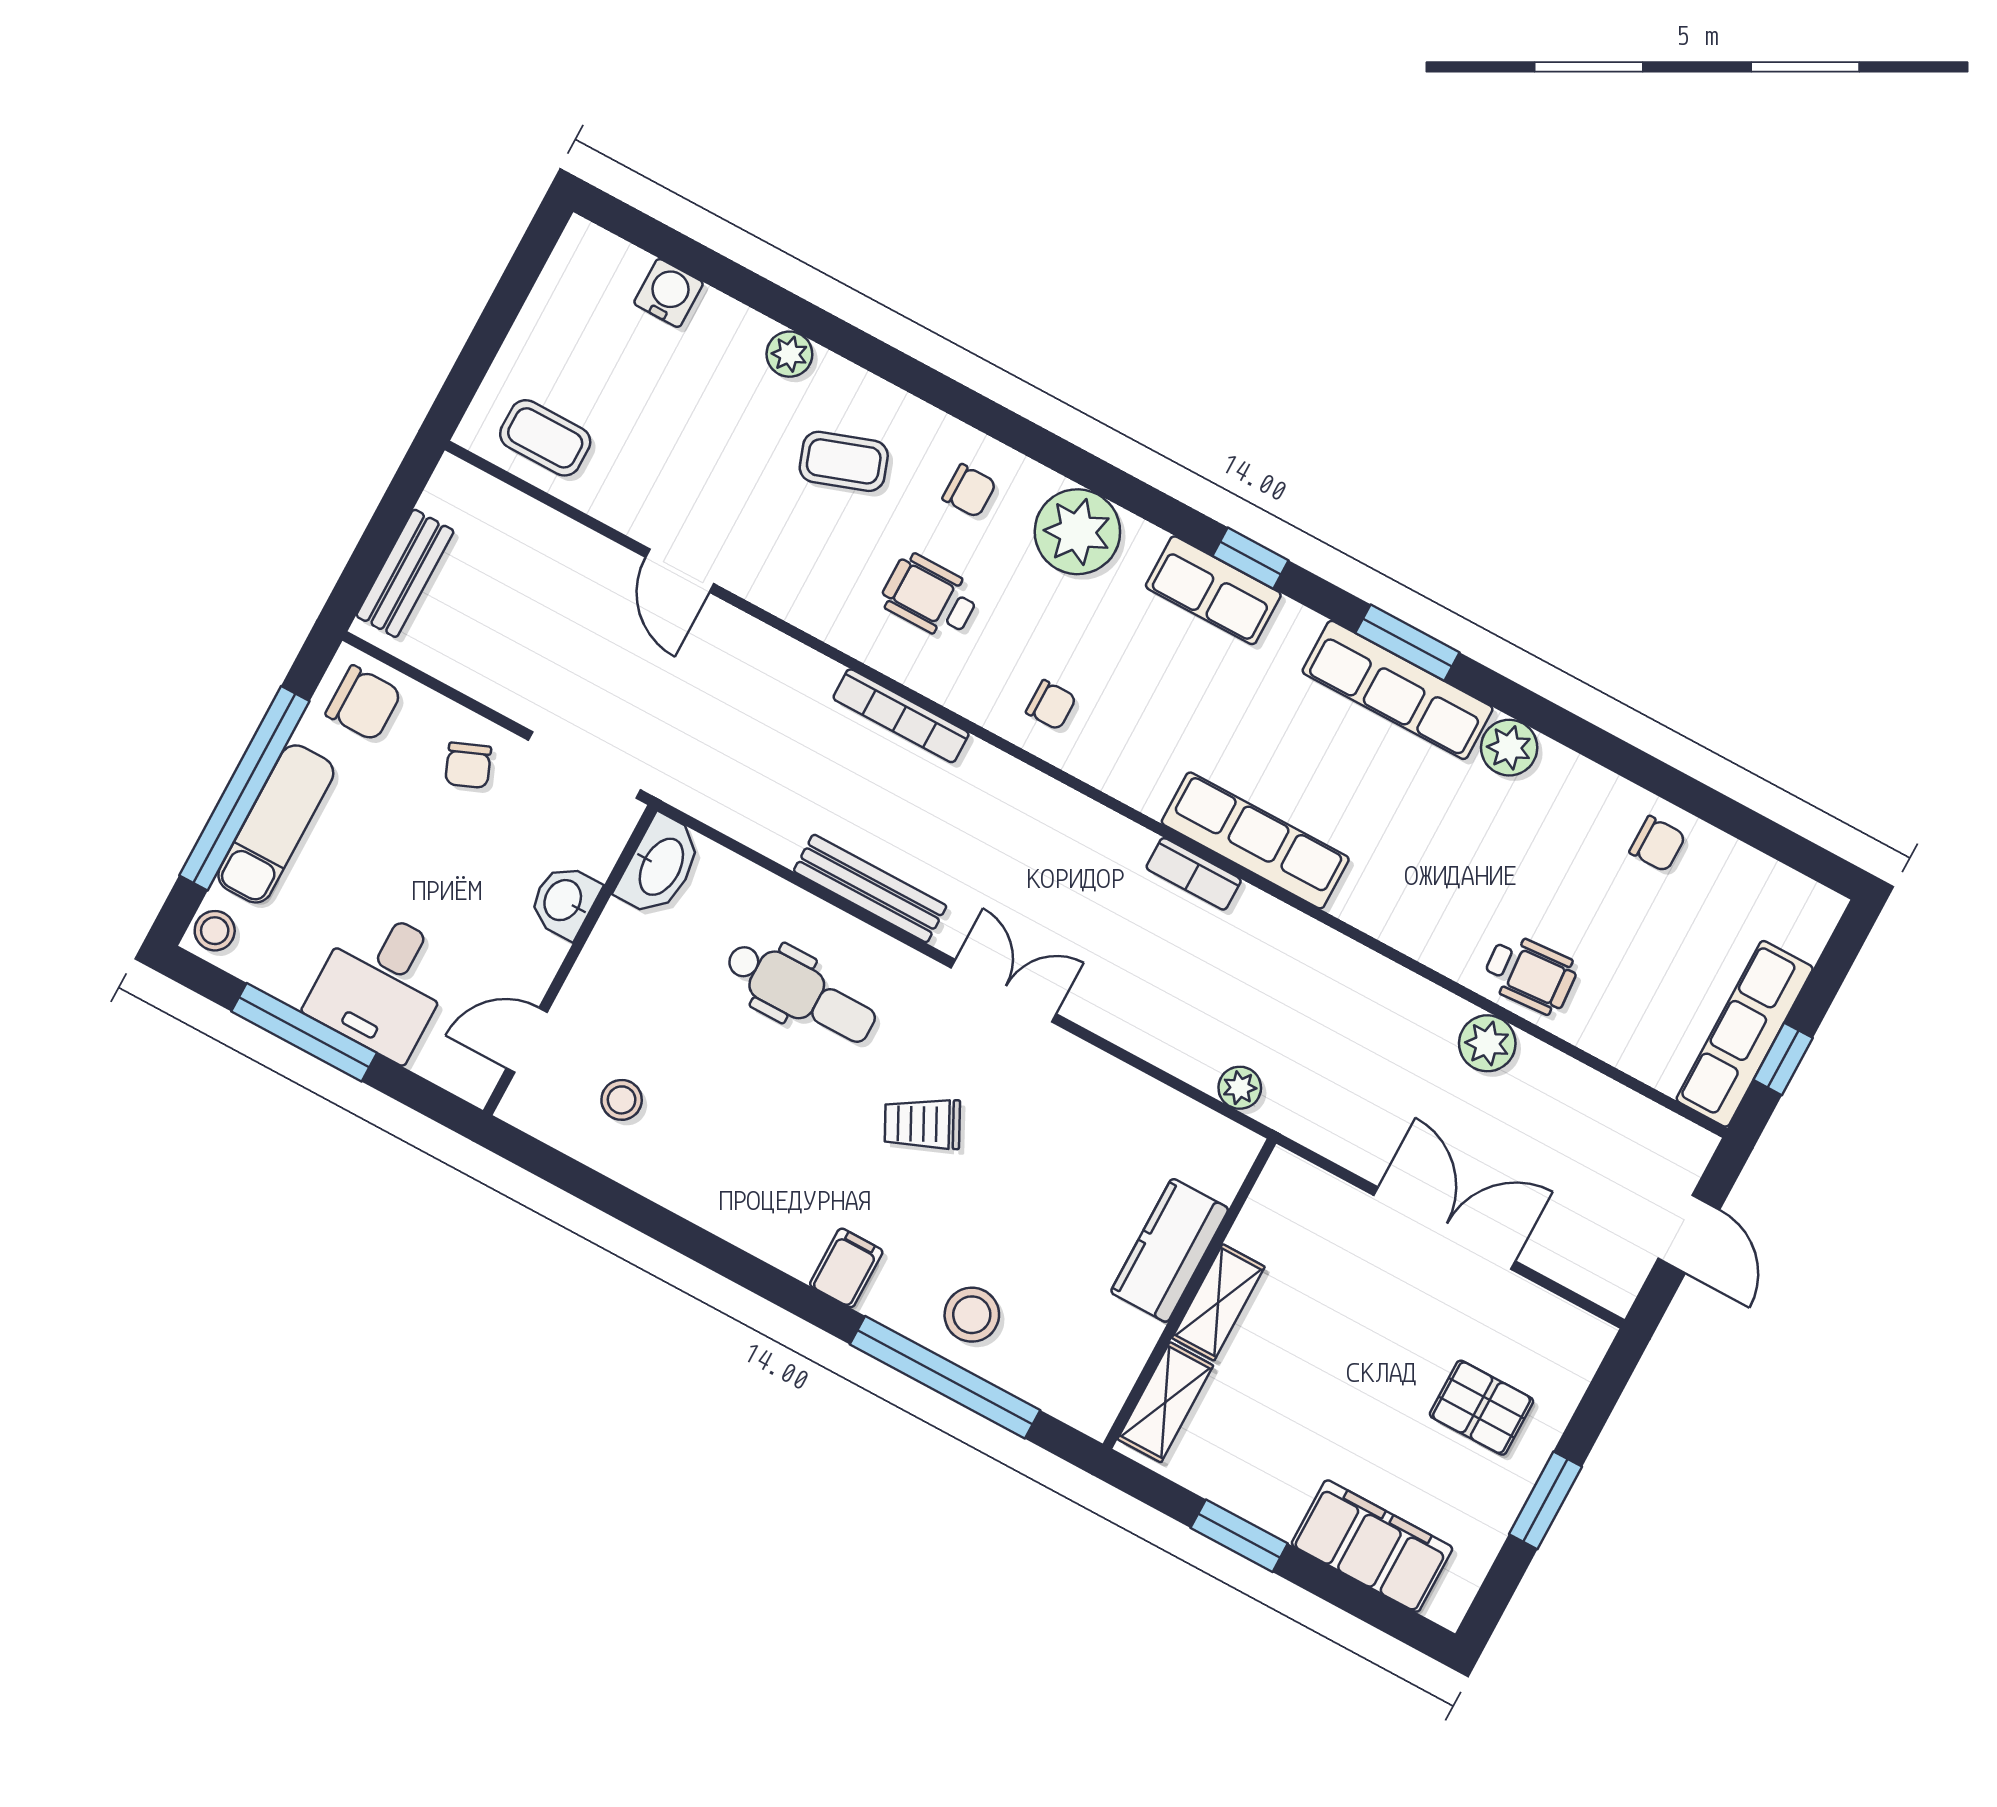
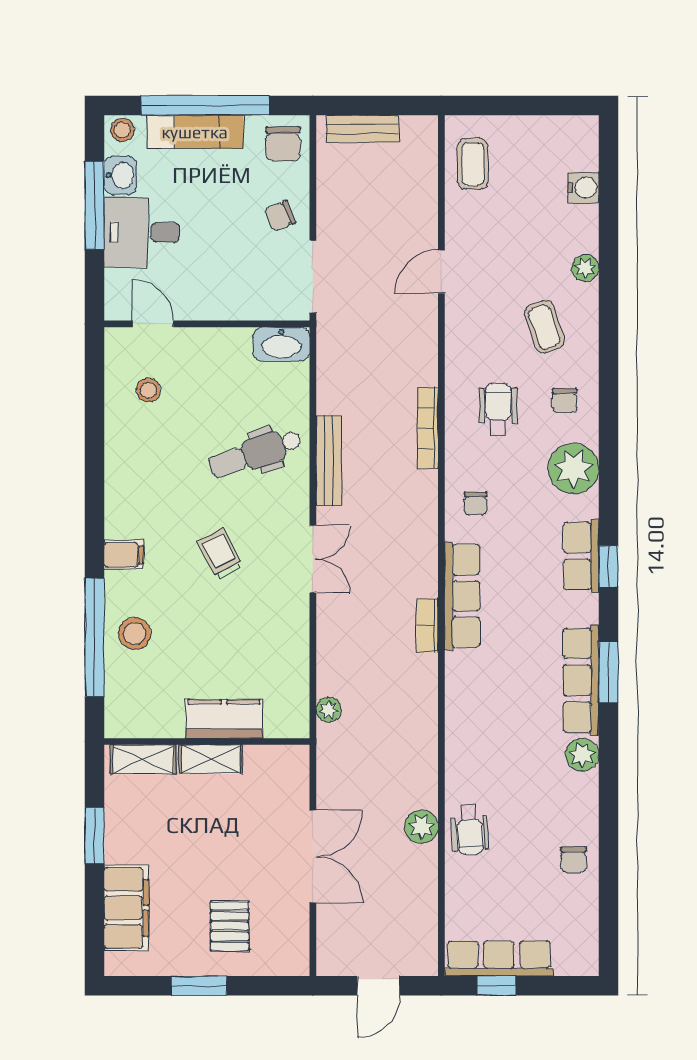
row of seats: (1255, 840) -> (462, 596), moved
washbasin: (564, 901) -> (121, 175), moved, turned 90
dental chair: (801, 992) -> (255, 453), turned 71

